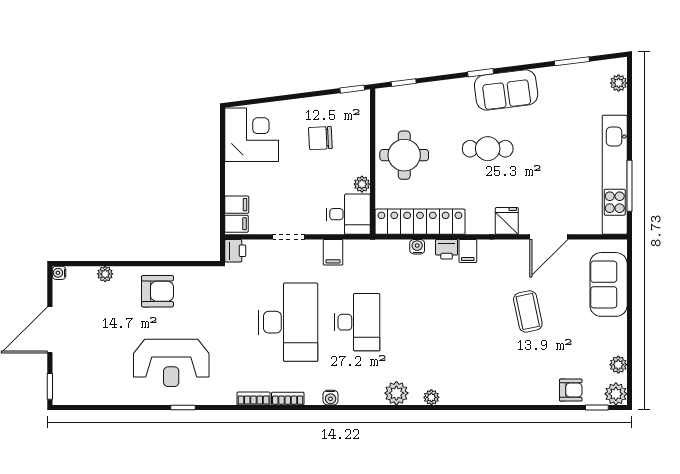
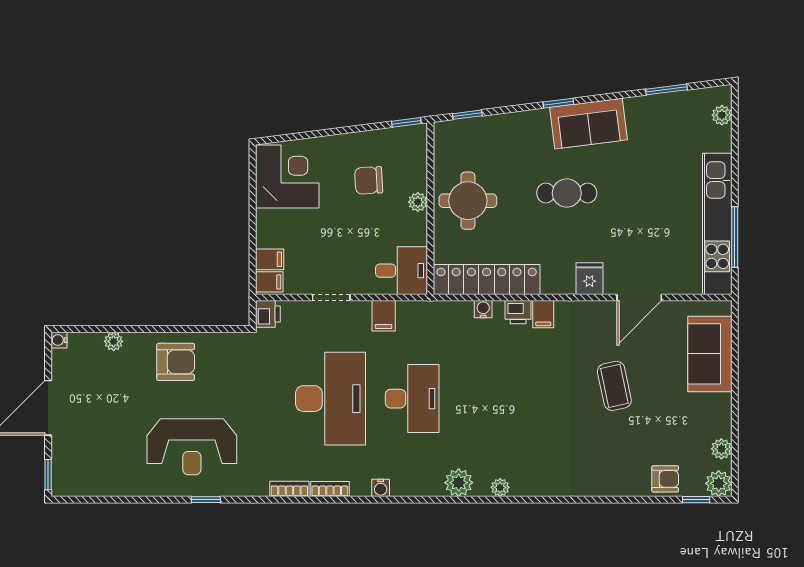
plant: (362, 184) -> (418, 202), moved

